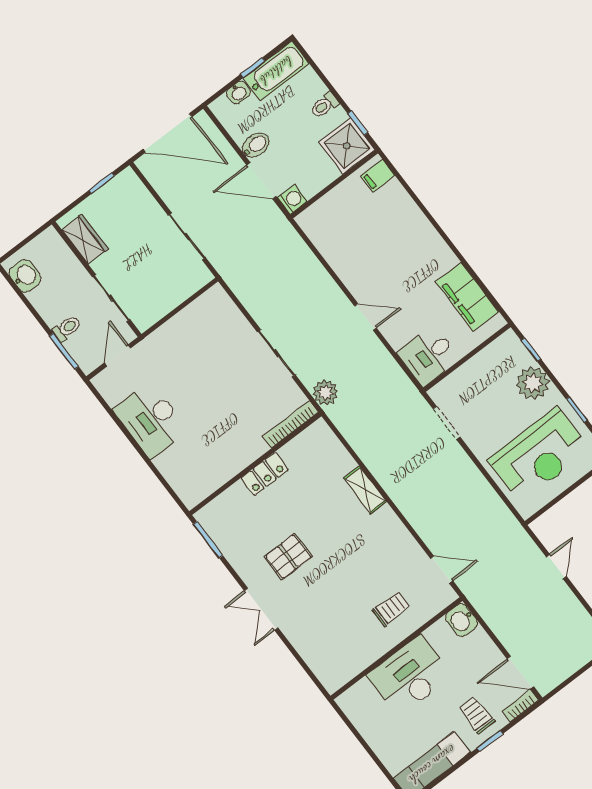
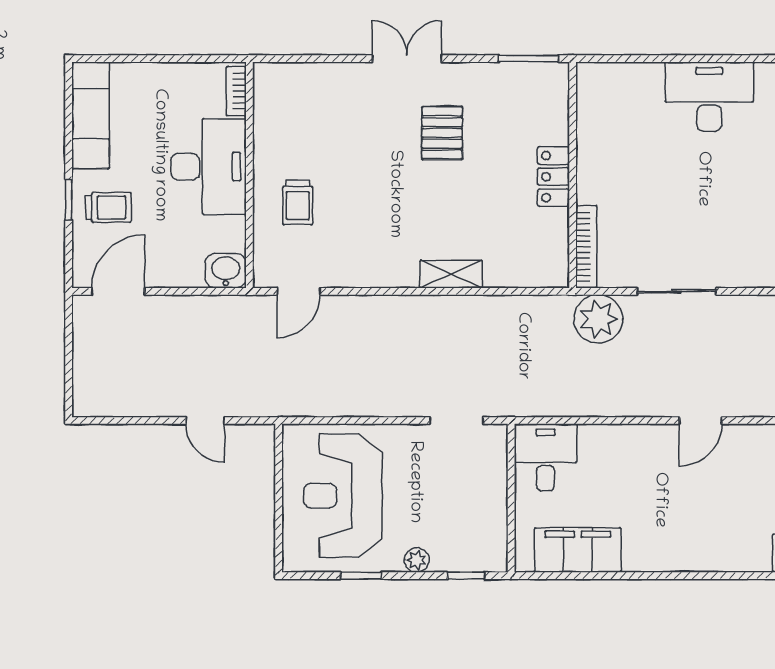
door: (366, 317) -> (700, 421), moved
plant: (533, 383) -> (417, 560), width x0.53, depth x0.53
plant: (325, 393) -> (598, 319), width x1.36, depth x1.36
bookcase: (520, 706) -> (236, 91), moved, turned 180

